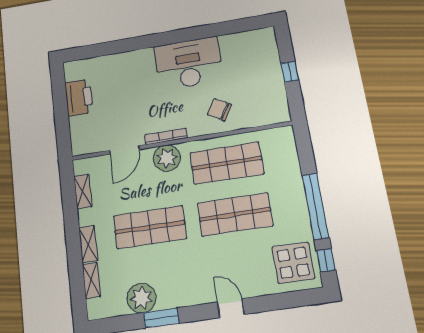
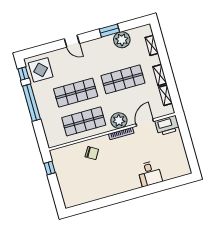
desk: (188, 63) -> (150, 174), moved, width x0.53, depth x0.77
window: (290, 72) -> (50, 168), moved
printer: (79, 98) -> (167, 125), moved, turned -90
shelving: (88, 244) -> (160, 75), moved

